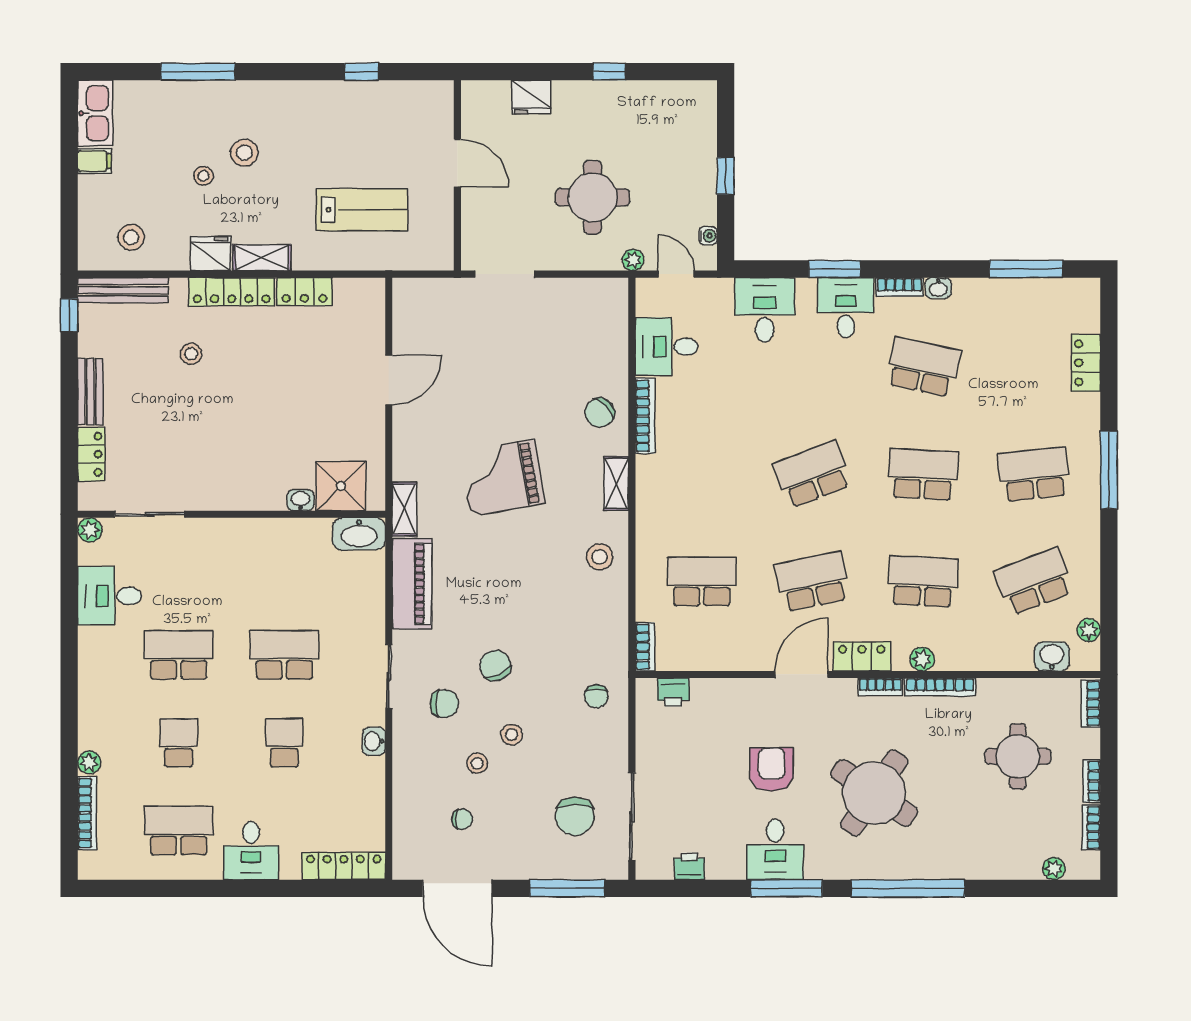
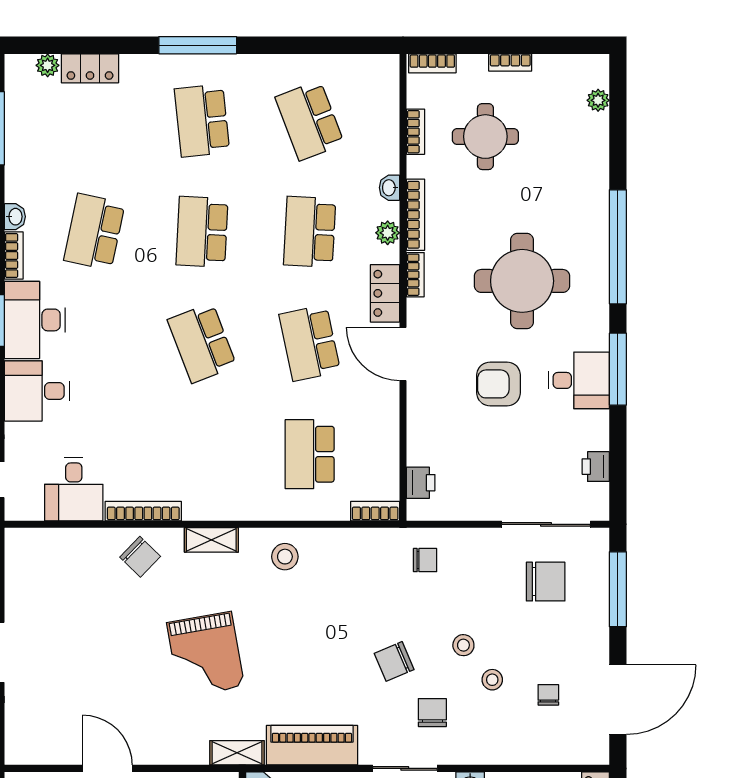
desk: (846, 308) -> (35, 320), width x1.37
plant: (1089, 630) -> (48, 65), moved
washbasin: (1052, 656) -> (389, 188), moved, width x0.72, depth x0.69
round table: (874, 793) -> (522, 281), turned -34
bookcase: (1091, 827) -> (416, 132), moved, turned -90

